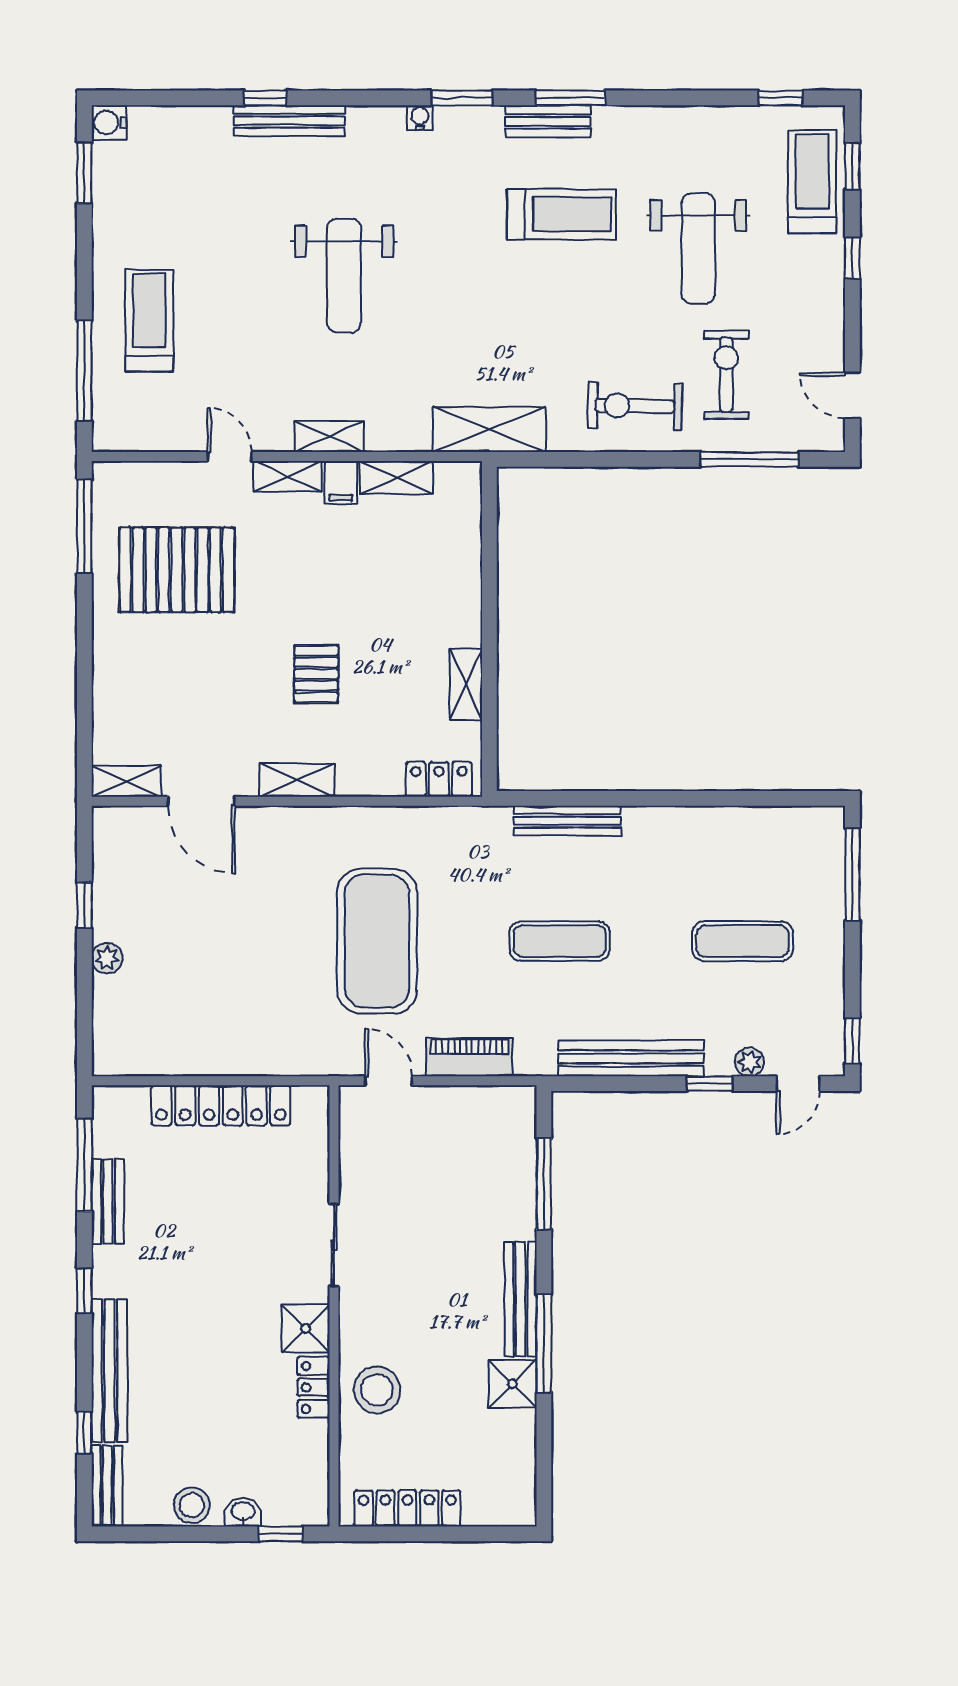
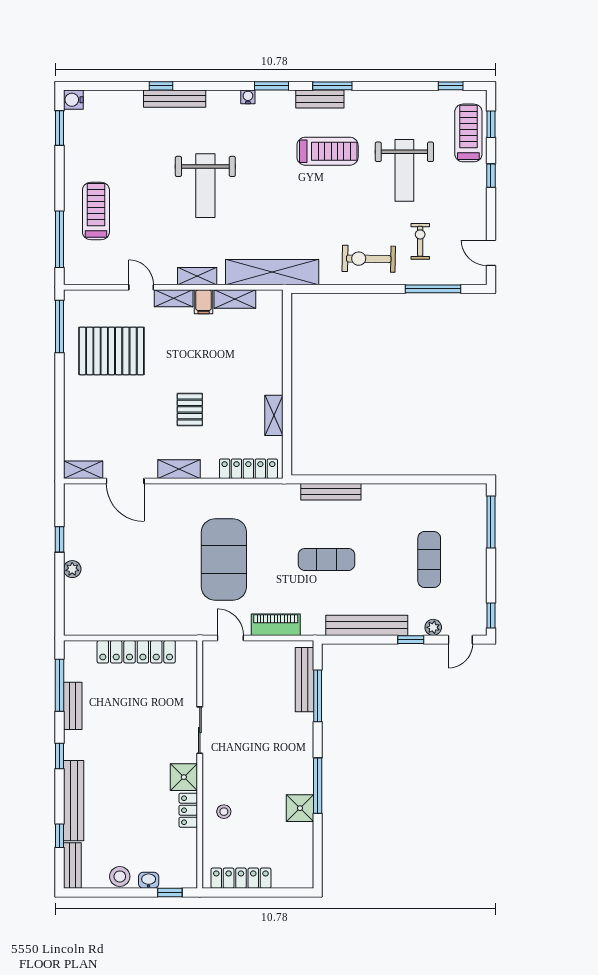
exercise bike: (726, 375) -> (420, 241), width x0.73, depth x0.72
shelving: (489, 430) -> (272, 272), width x1.47
locker: (439, 779) -> (248, 469), width x1.53
exercise mat: (742, 941) -> (429, 559), turned 90
bench: (521, 1299) -> (305, 680), moved
stool: (377, 1390) -> (224, 812), width x0.53, depth x0.53

